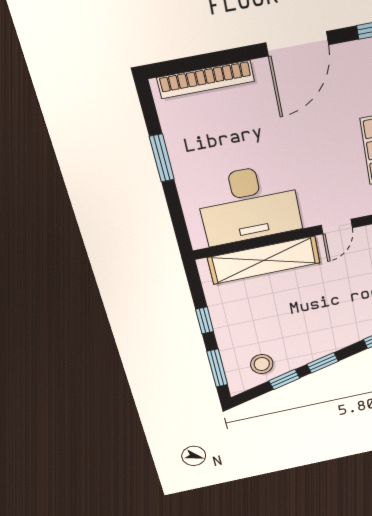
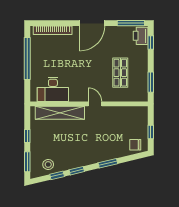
window: (162, 158) -> (27, 58), width x2.11
desk: (249, 205) -> (53, 89), width x0.73, depth x0.77
door: (337, 227) -> (95, 104), swing flipped

